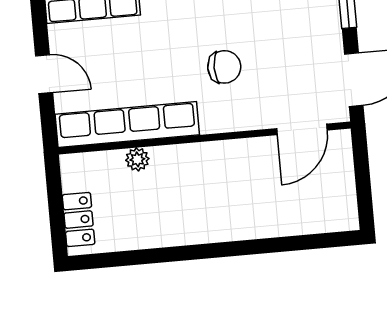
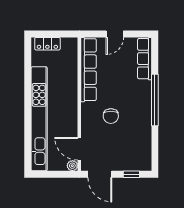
plant: (137, 159) -> (72, 166), moved
kitchen unit: (244, 223) -> (39, 119), added

